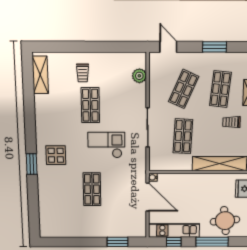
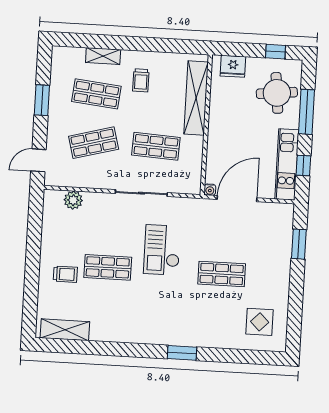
shop shelf: (184, 89) -> (94, 143), turned -39
display table: (56, 155) -> (260, 322), moved

